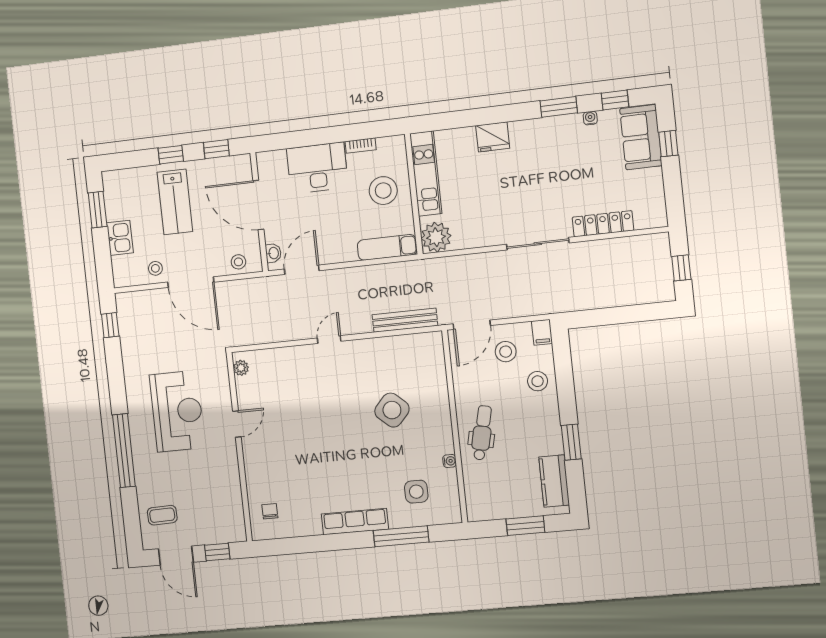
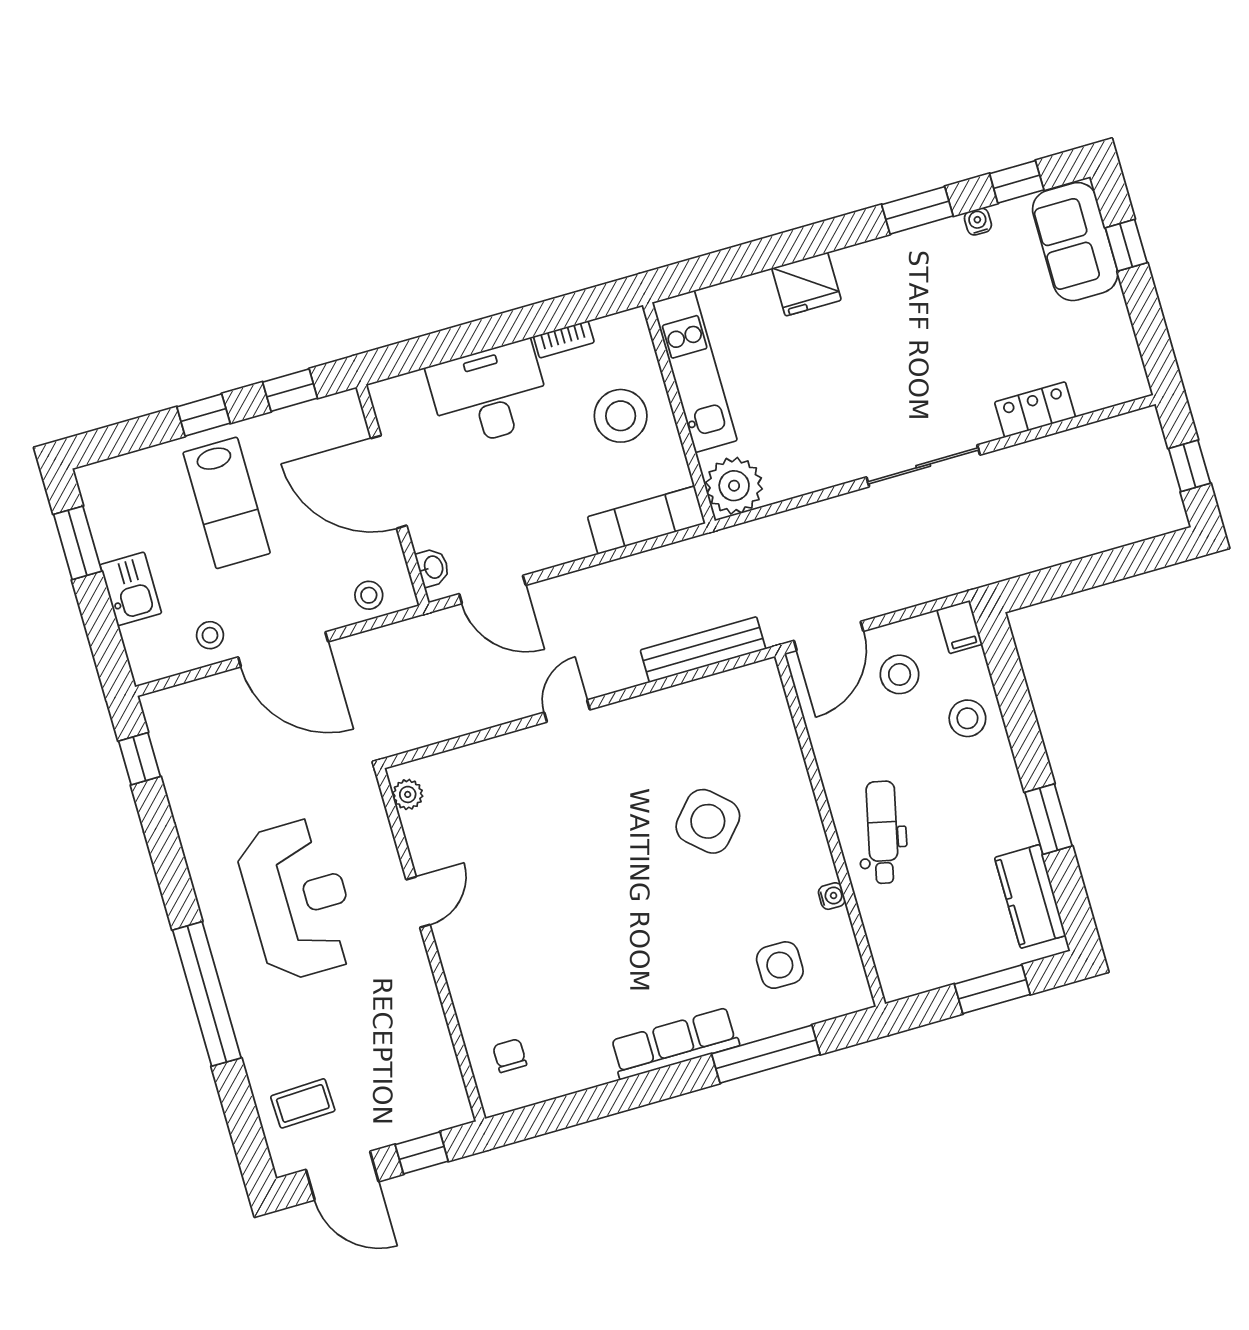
locker: (603, 224) -> (1035, 410), width x0.66
door: (302, 270) -> (492, 589), swing flipped

